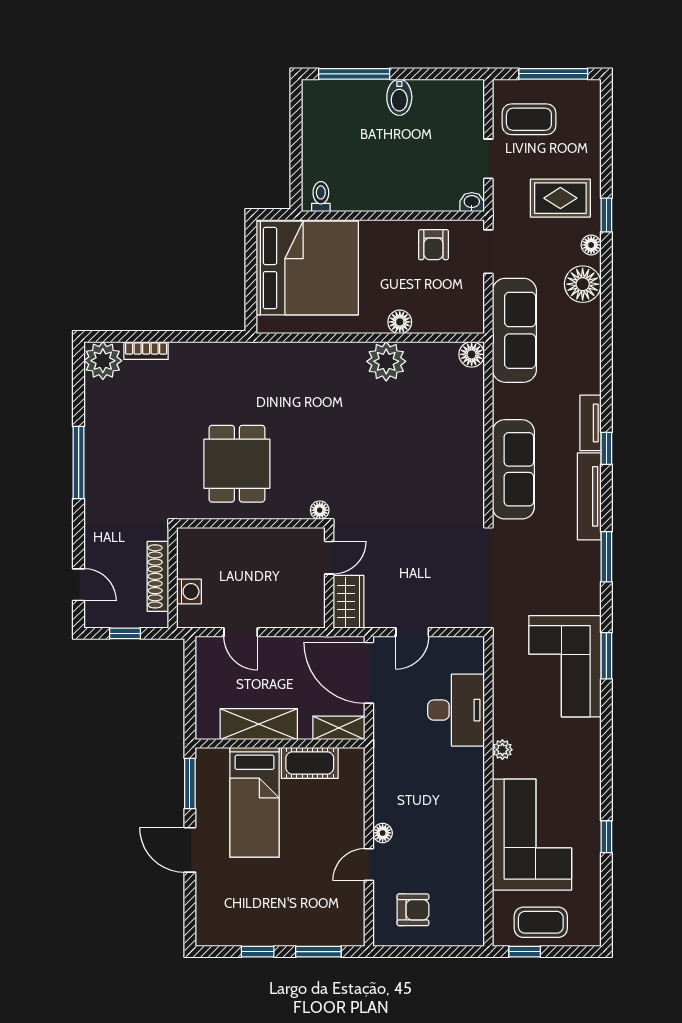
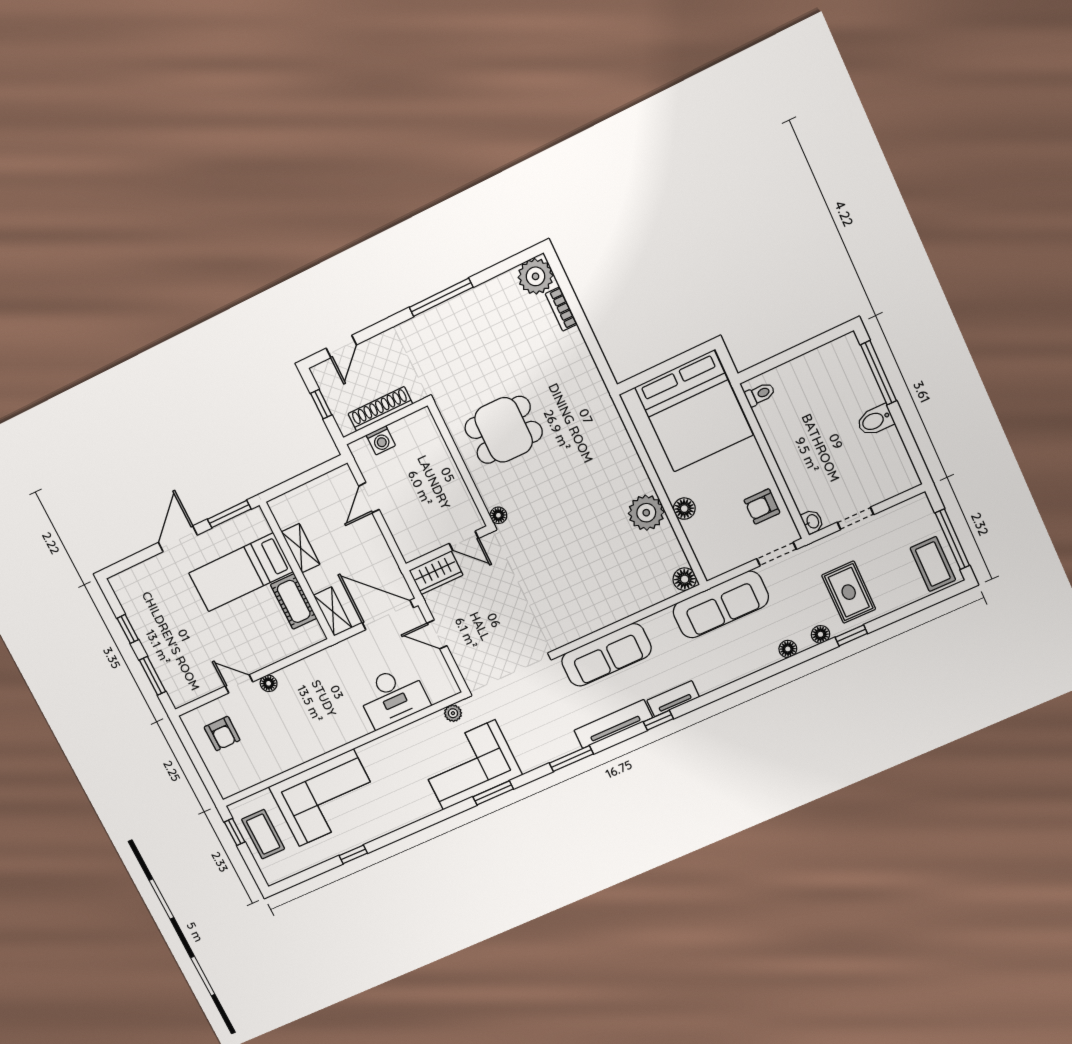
coffee table: (529, 119) -> (933, 564), moved
floor lamp: (583, 284) -> (788, 649), width x0.53, depth x0.53
door: (369, 673) -> (388, 615), hinge flipped
shelving: (259, 724) -> (301, 548), width x0.67, depth x0.75
plant: (502, 750) -> (453, 713), moved

